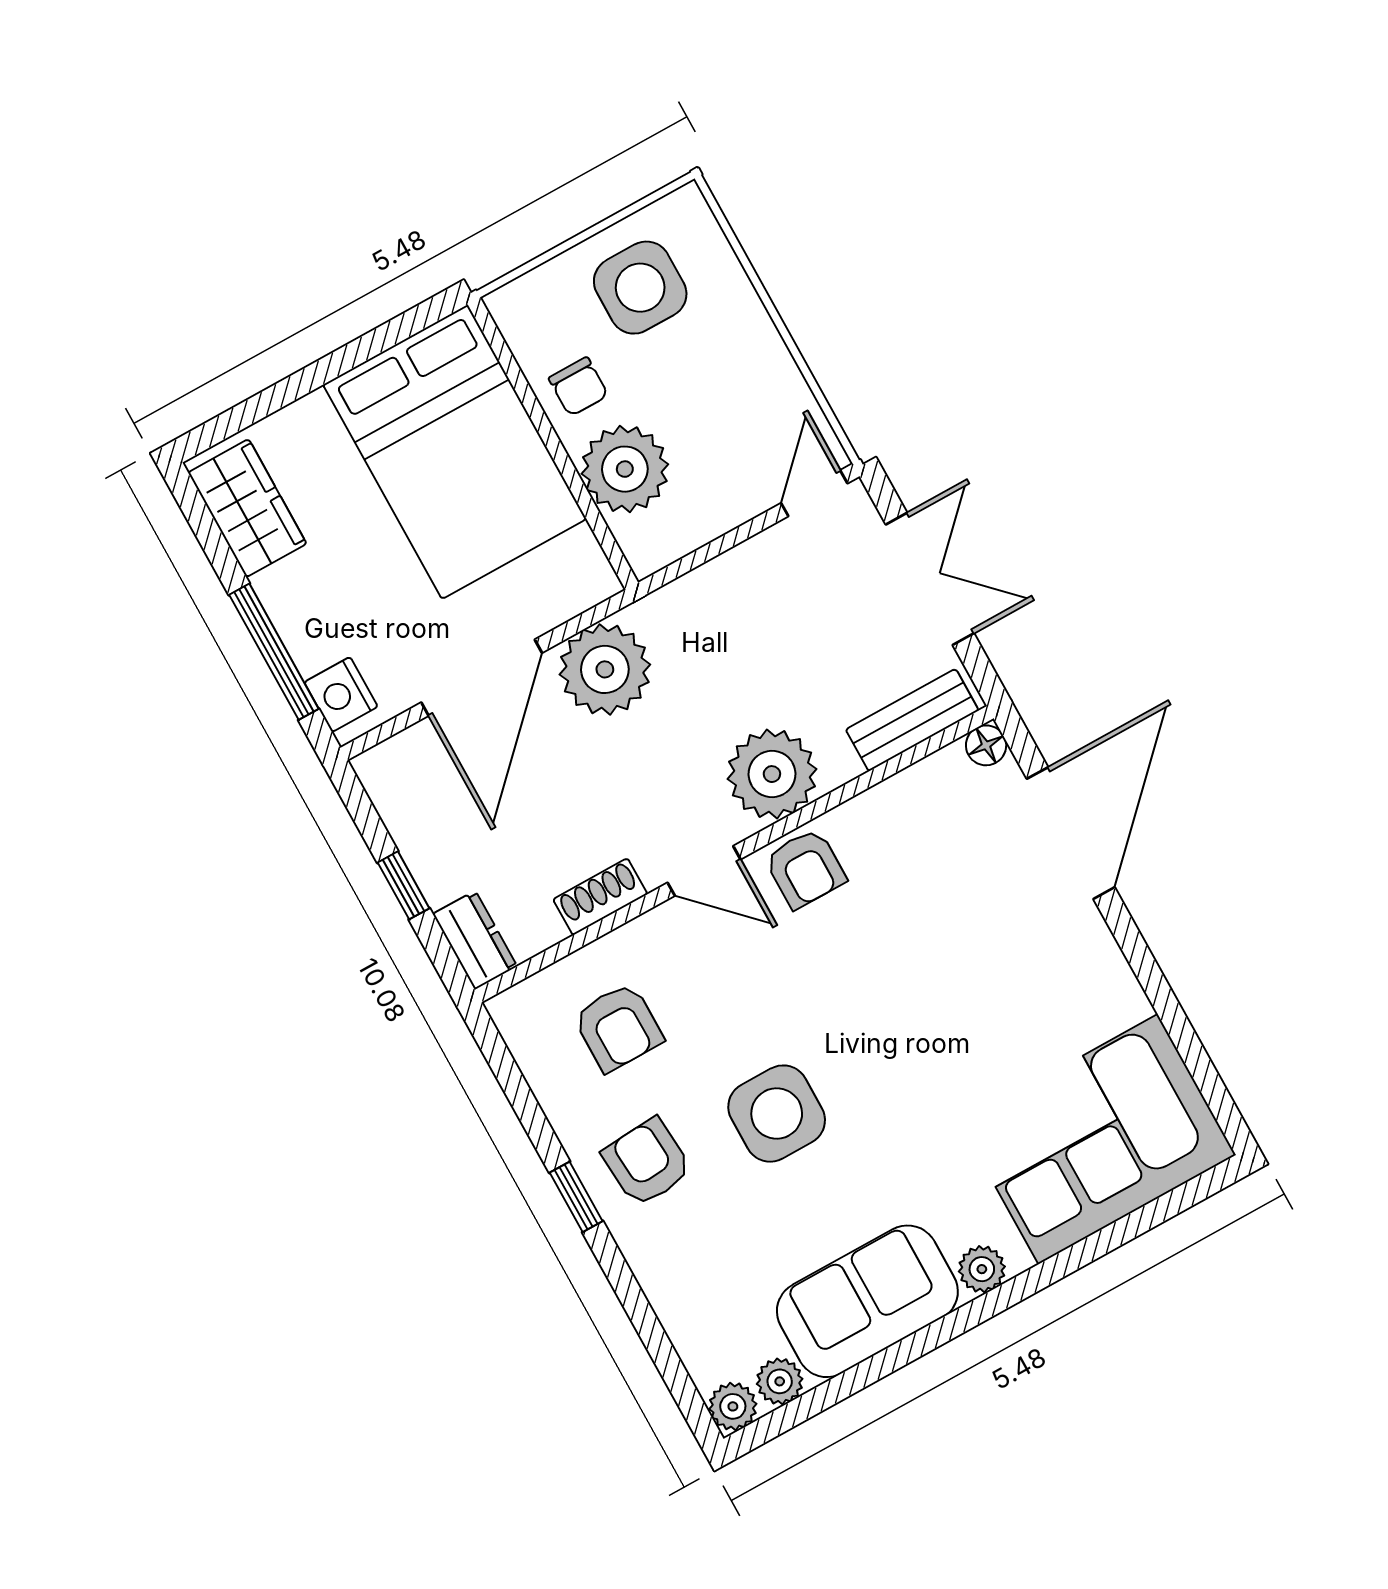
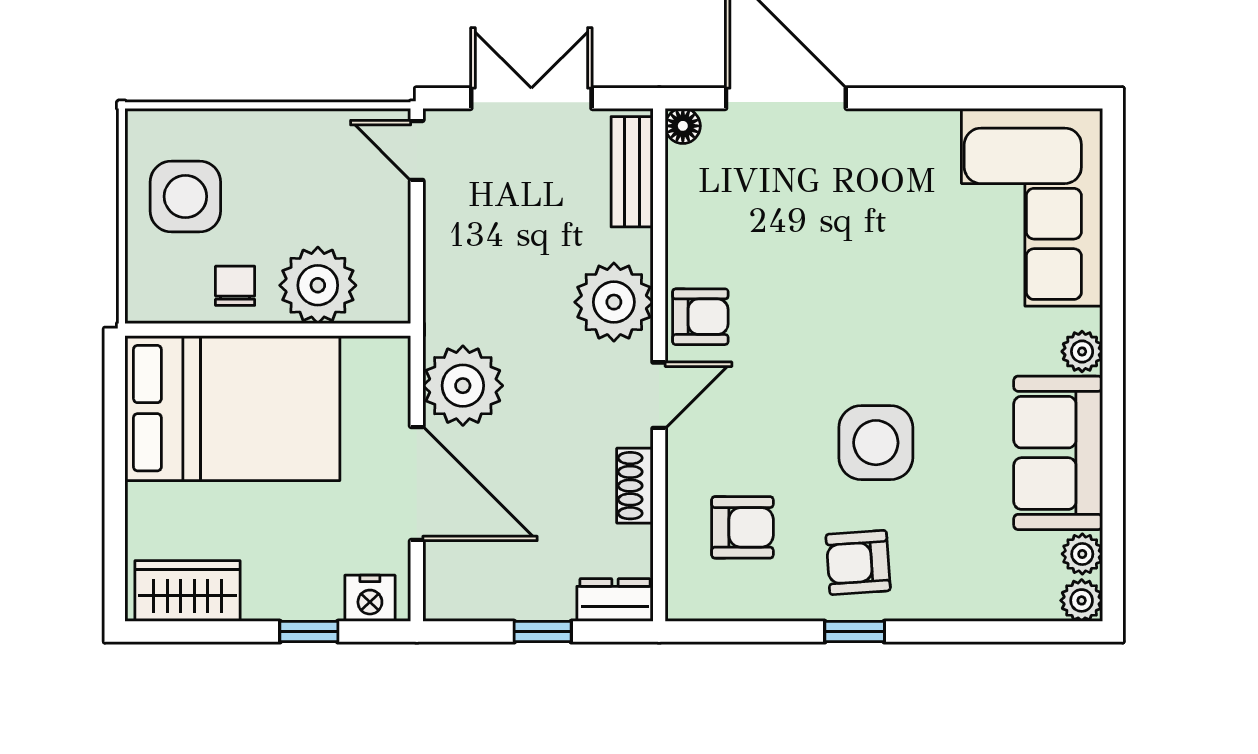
chair: (578, 387) -> (235, 286), turned -90
window: (274, 652) -> (309, 632), width x0.46

